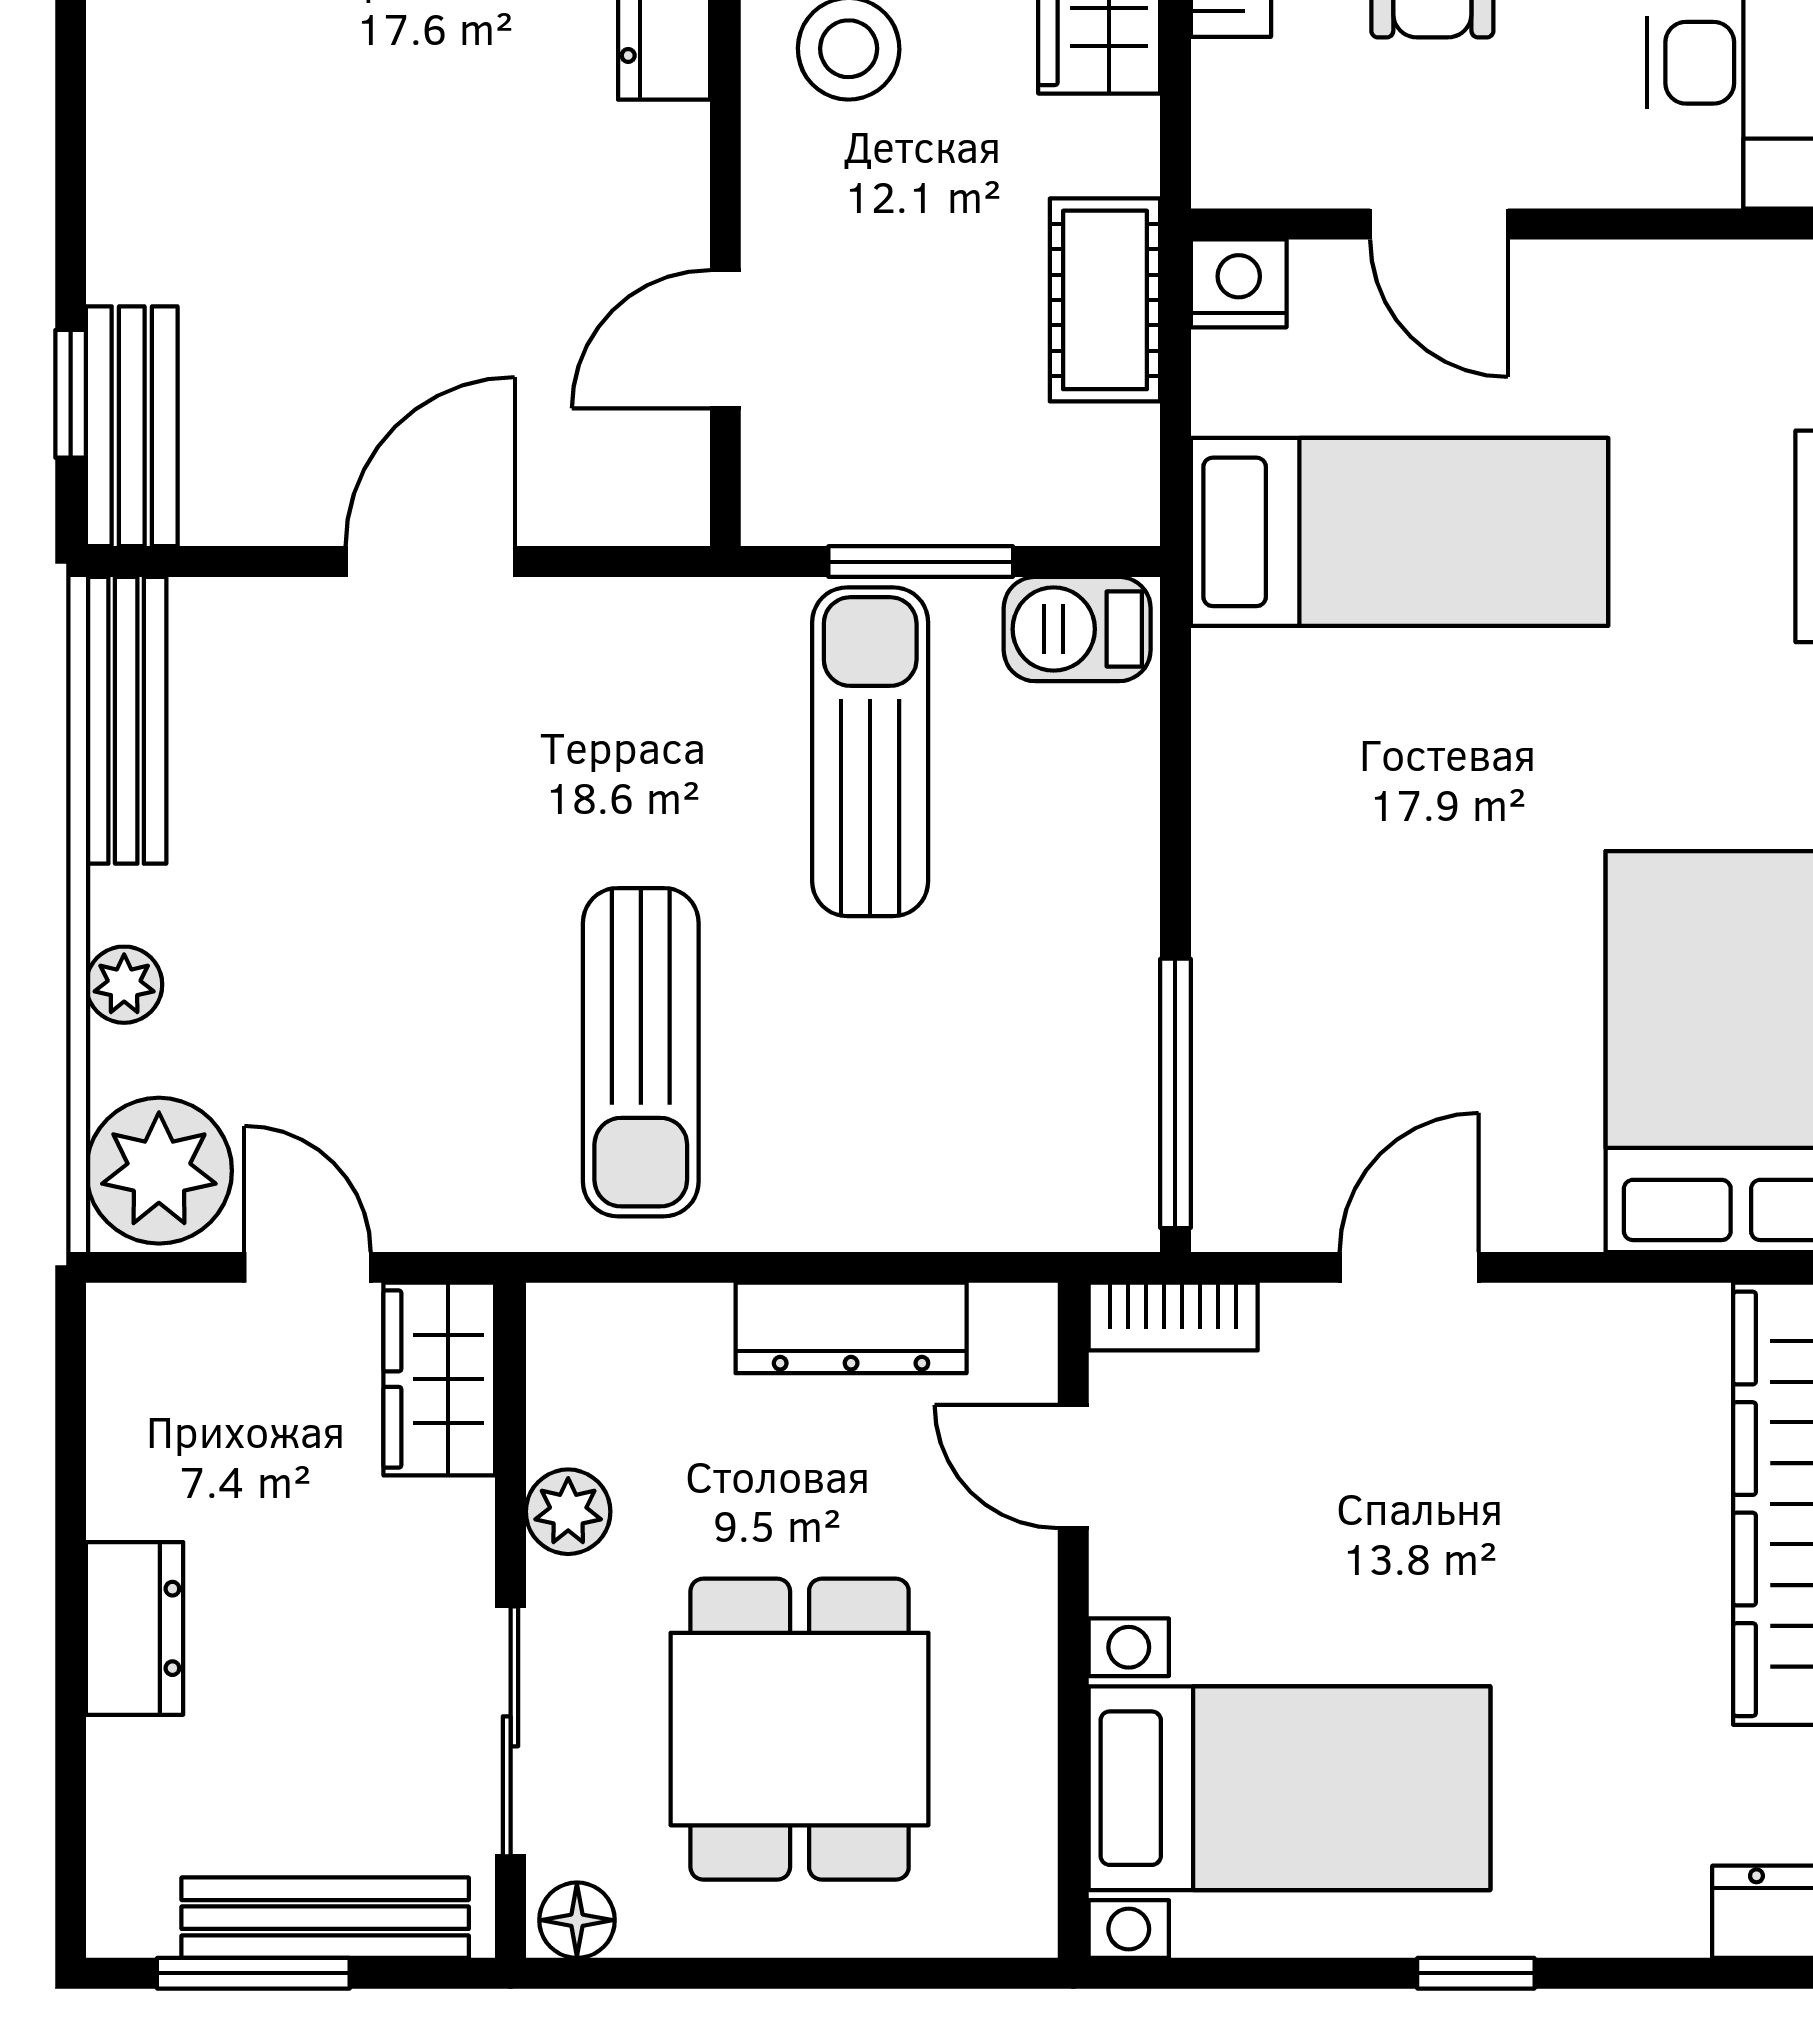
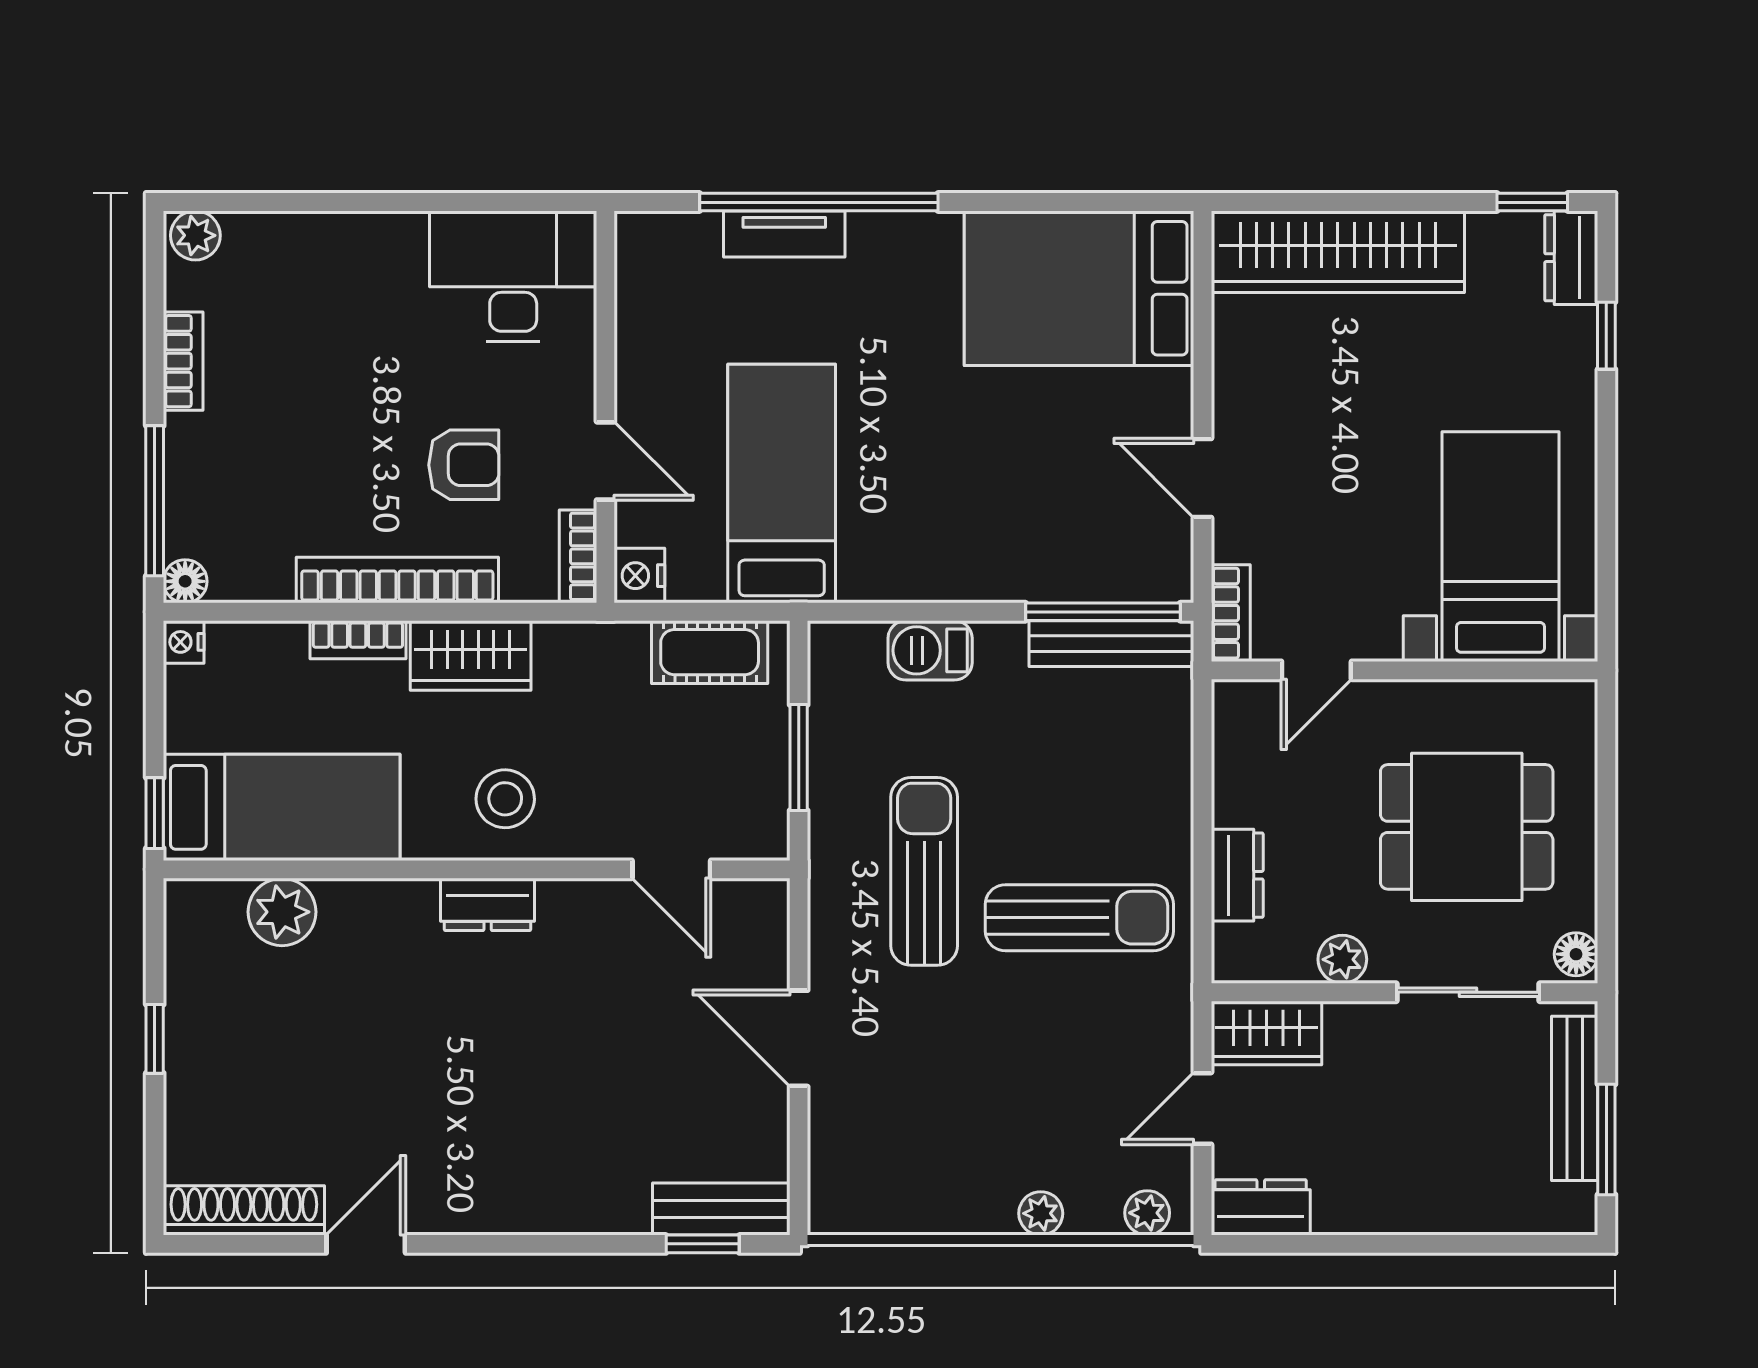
bookcase: (1272, 176) -> (578, 556), added
door: (1439, 224) -> (605, 461), hinge flipped
cot: (1105, 300) -> (710, 652), moved
barbecue: (1077, 629) -> (930, 650), moved, turned 90
bench: (126, 720) -> (1111, 644), moved
sun lounger: (870, 752) -> (924, 871), moved, turned 90
plant: (159, 1171) -> (1147, 1213), width x0.53, depth x0.53
dresser: (851, 1328) -> (1237, 875), moved, width x0.70
dresser: (135, 1628) -> (1261, 1207), moved
window: (1476, 1973) -> (1606, 336), moved

